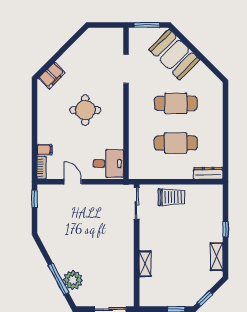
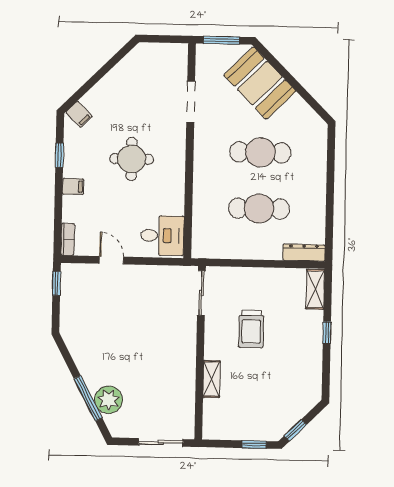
filing cabinet: (52, 75) -> (79, 114), width x0.50
window: (34, 109) -> (59, 155), added
filing cabinet: (45, 150) -> (73, 187), moved
trolley: (171, 197) -> (251, 329), moved, turned 90
shelving: (217, 257) -> (315, 289), moved

